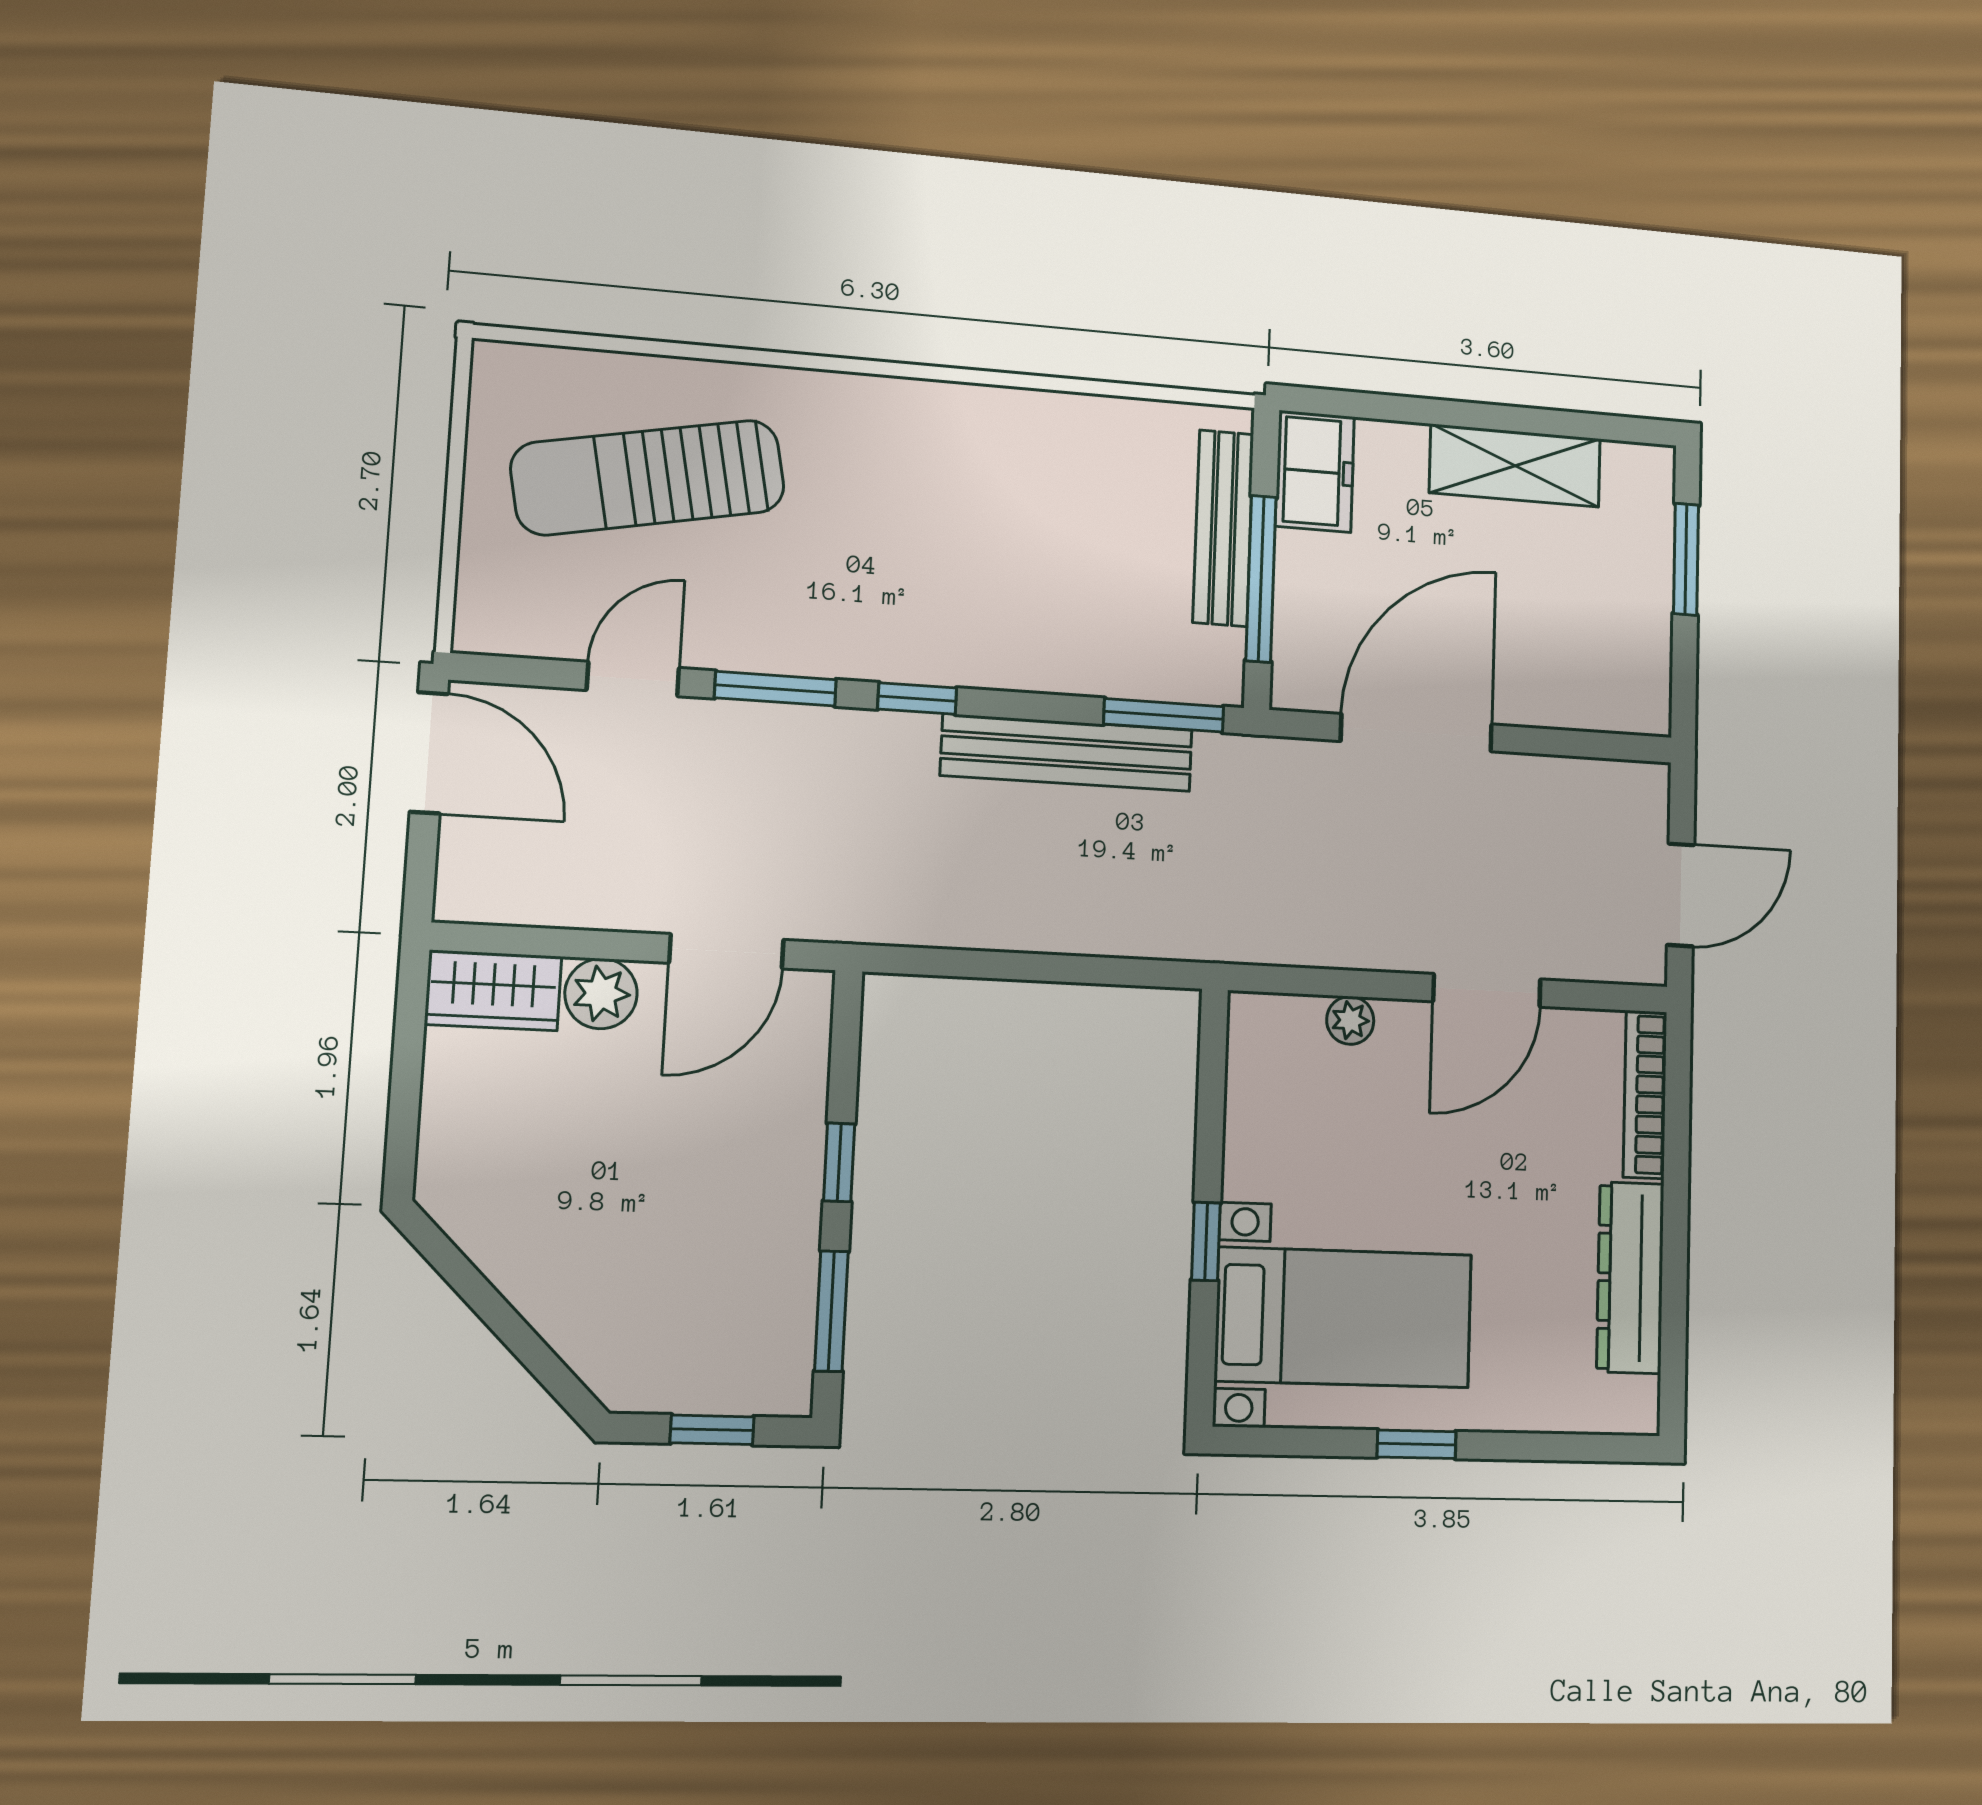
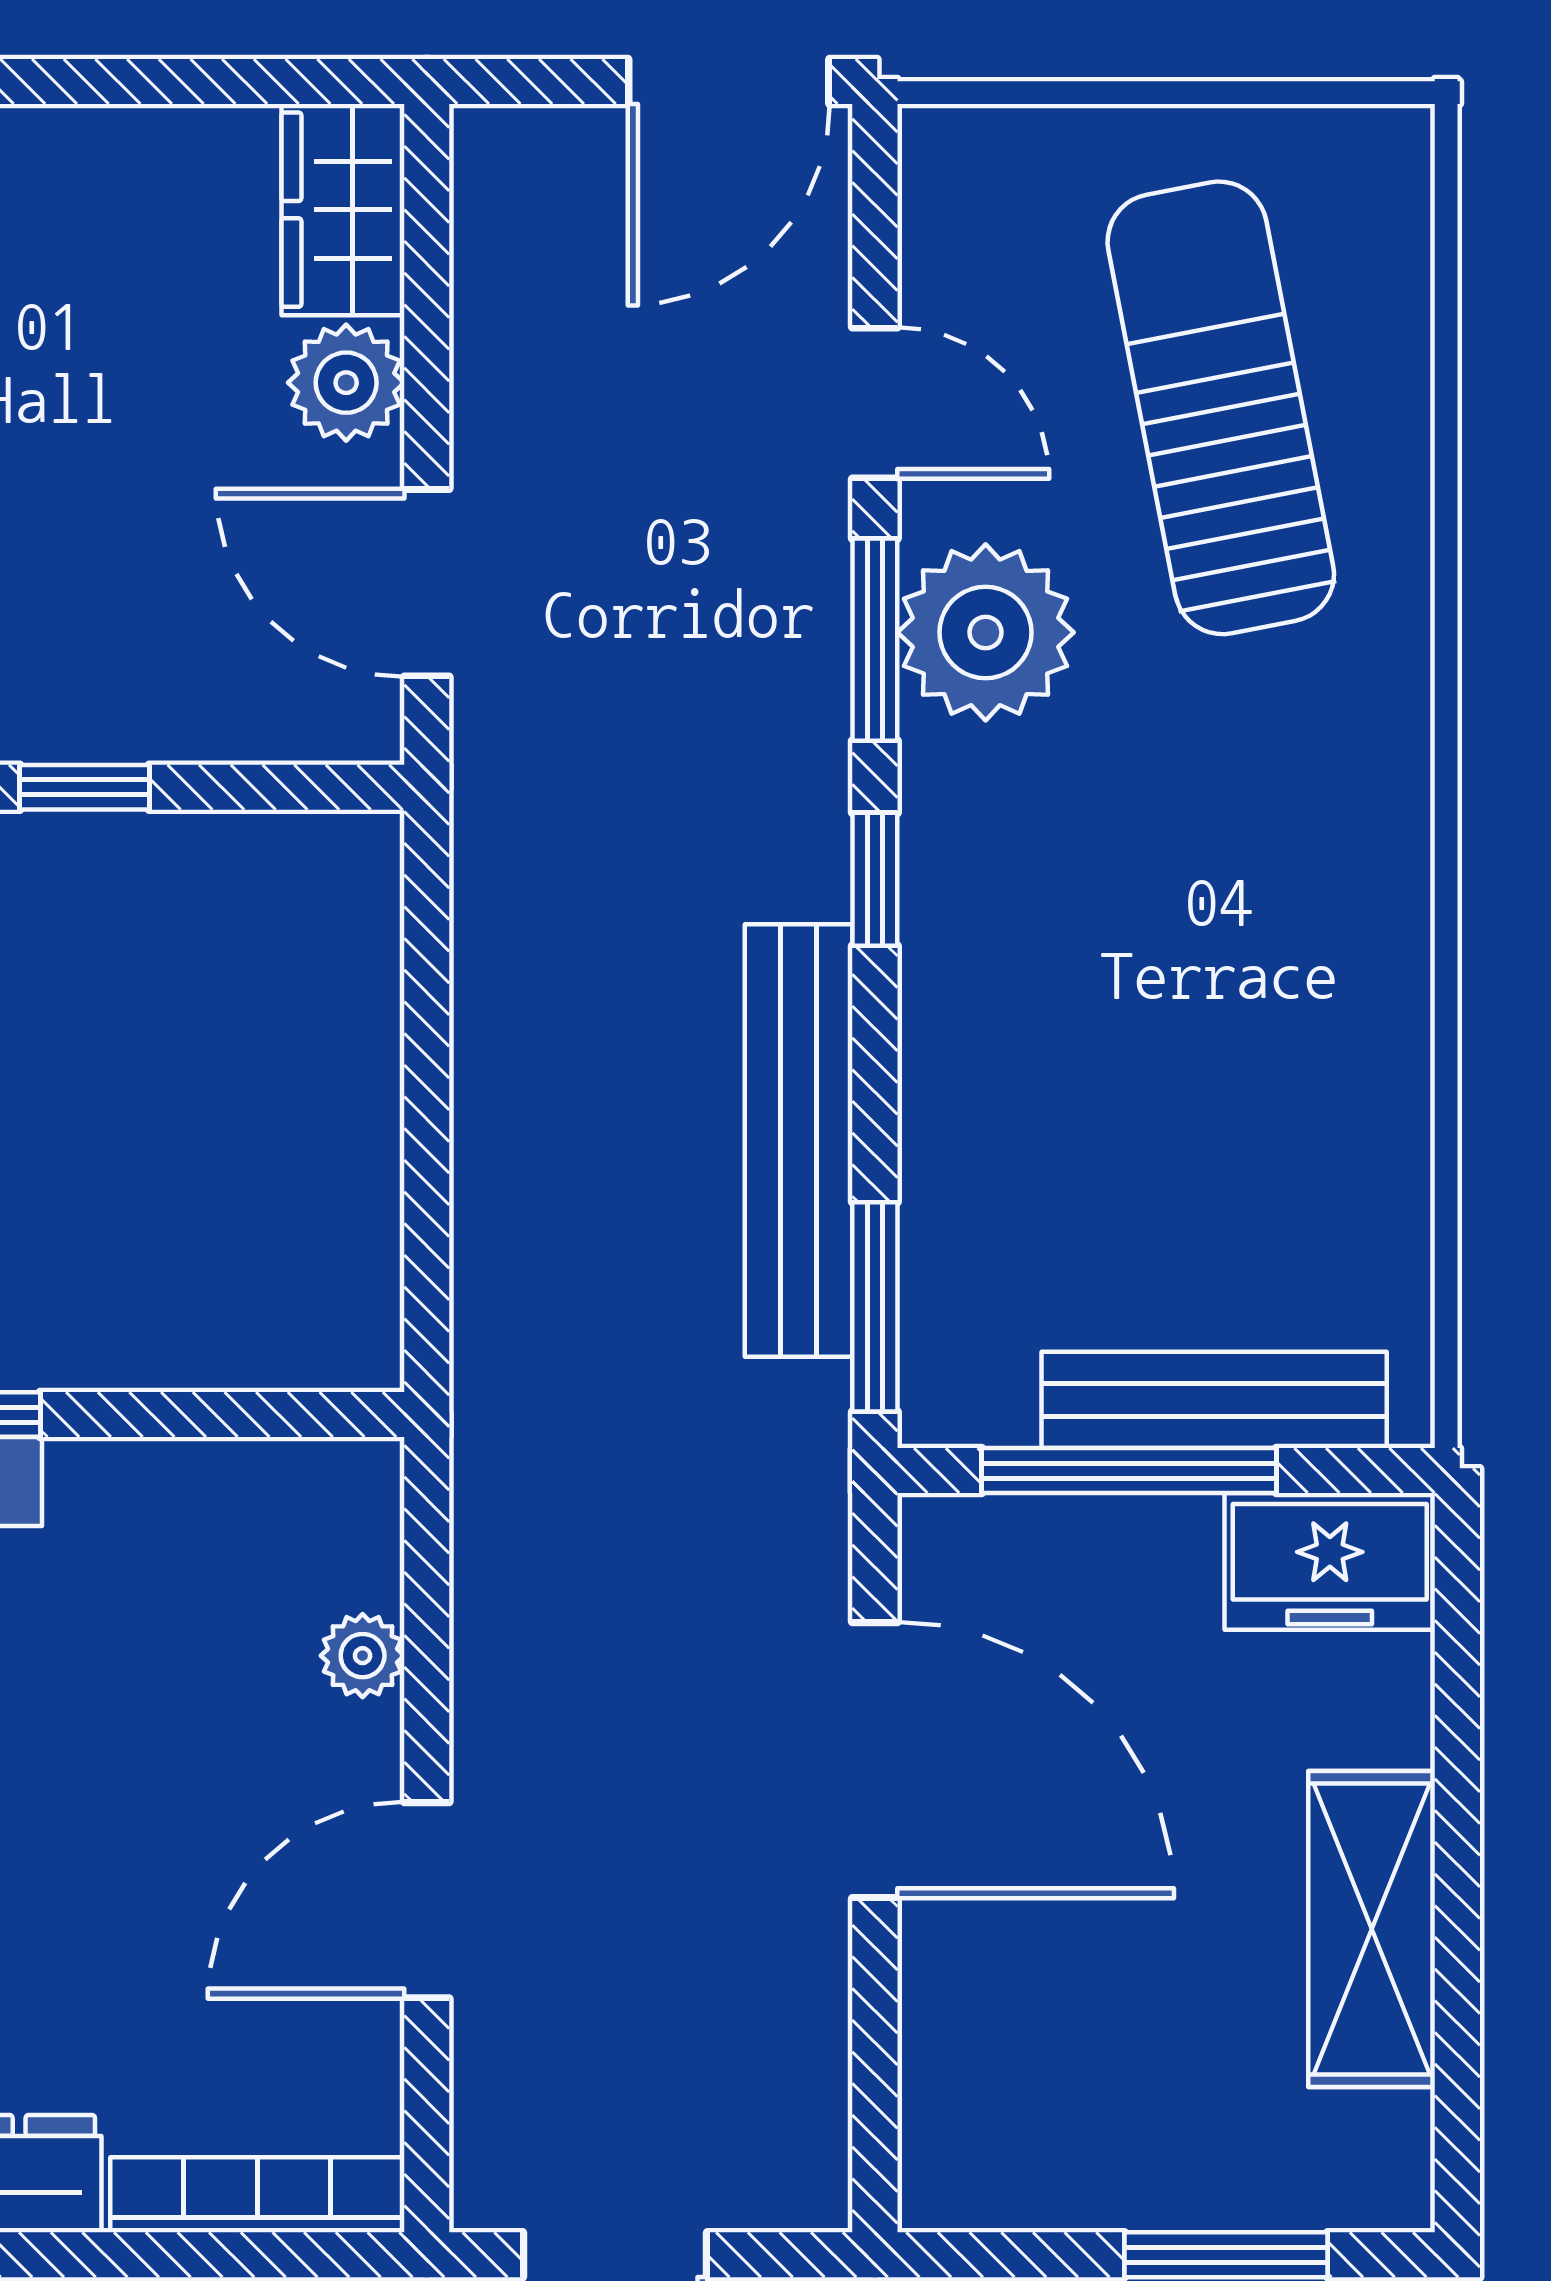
plant: (775, 624) -> (986, 632), added
door: (1487, 990) -> (427, 1900), hinge flipped

